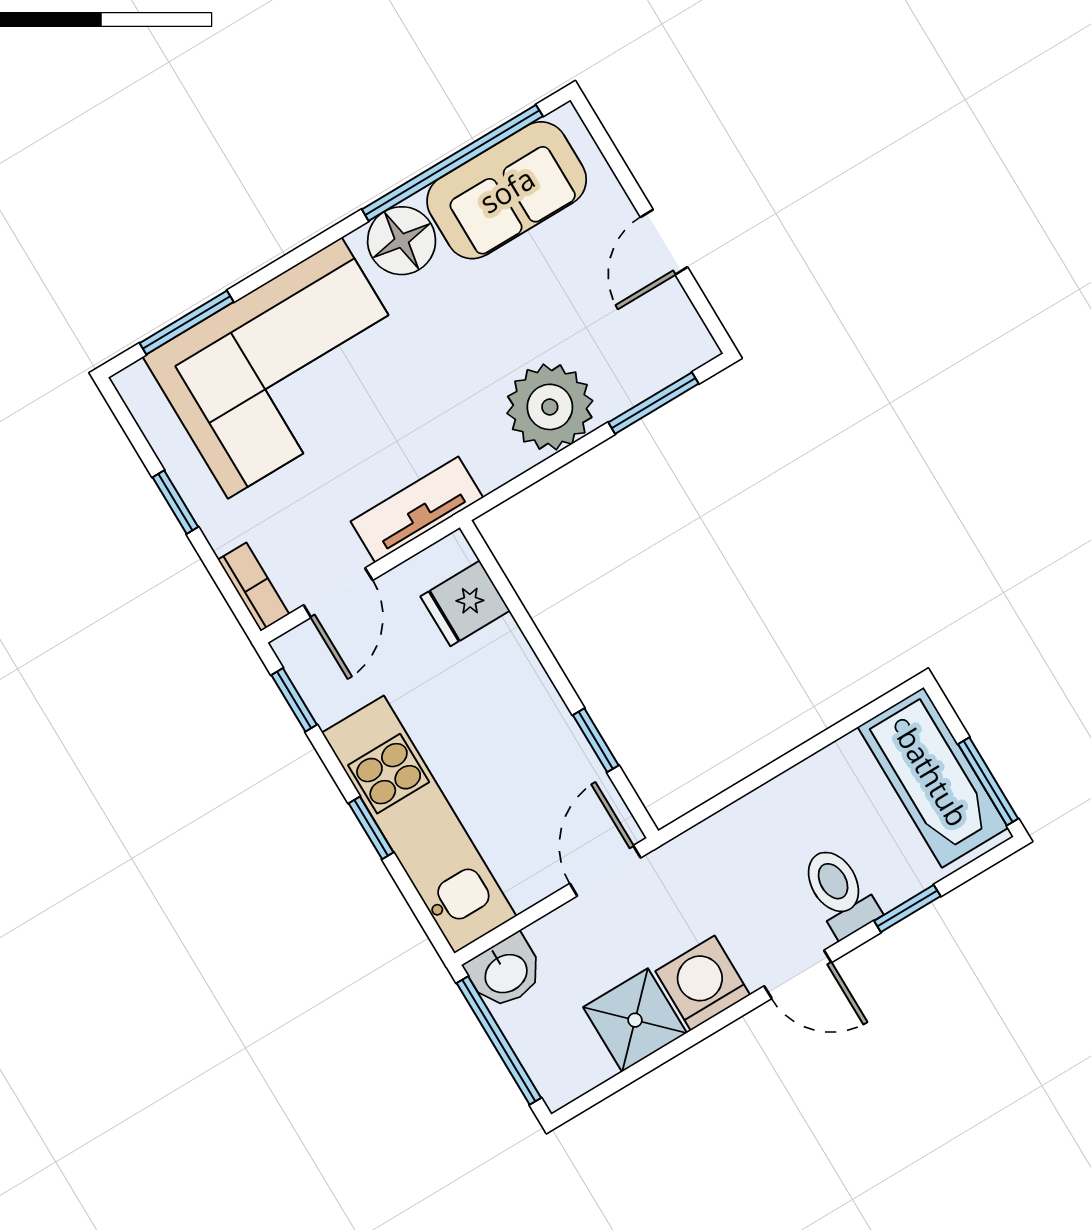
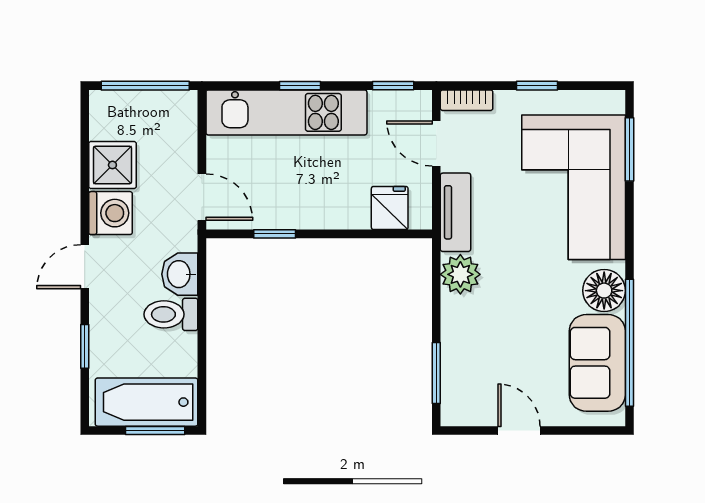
plant: (550, 407) -> (460, 274), moved, width x0.73, depth x0.73
window: (988, 781) -> (155, 430), moved
toilet: (839, 892) -> (171, 314), moved, turned 180
washbasin: (505, 972) -> (180, 274), moved

